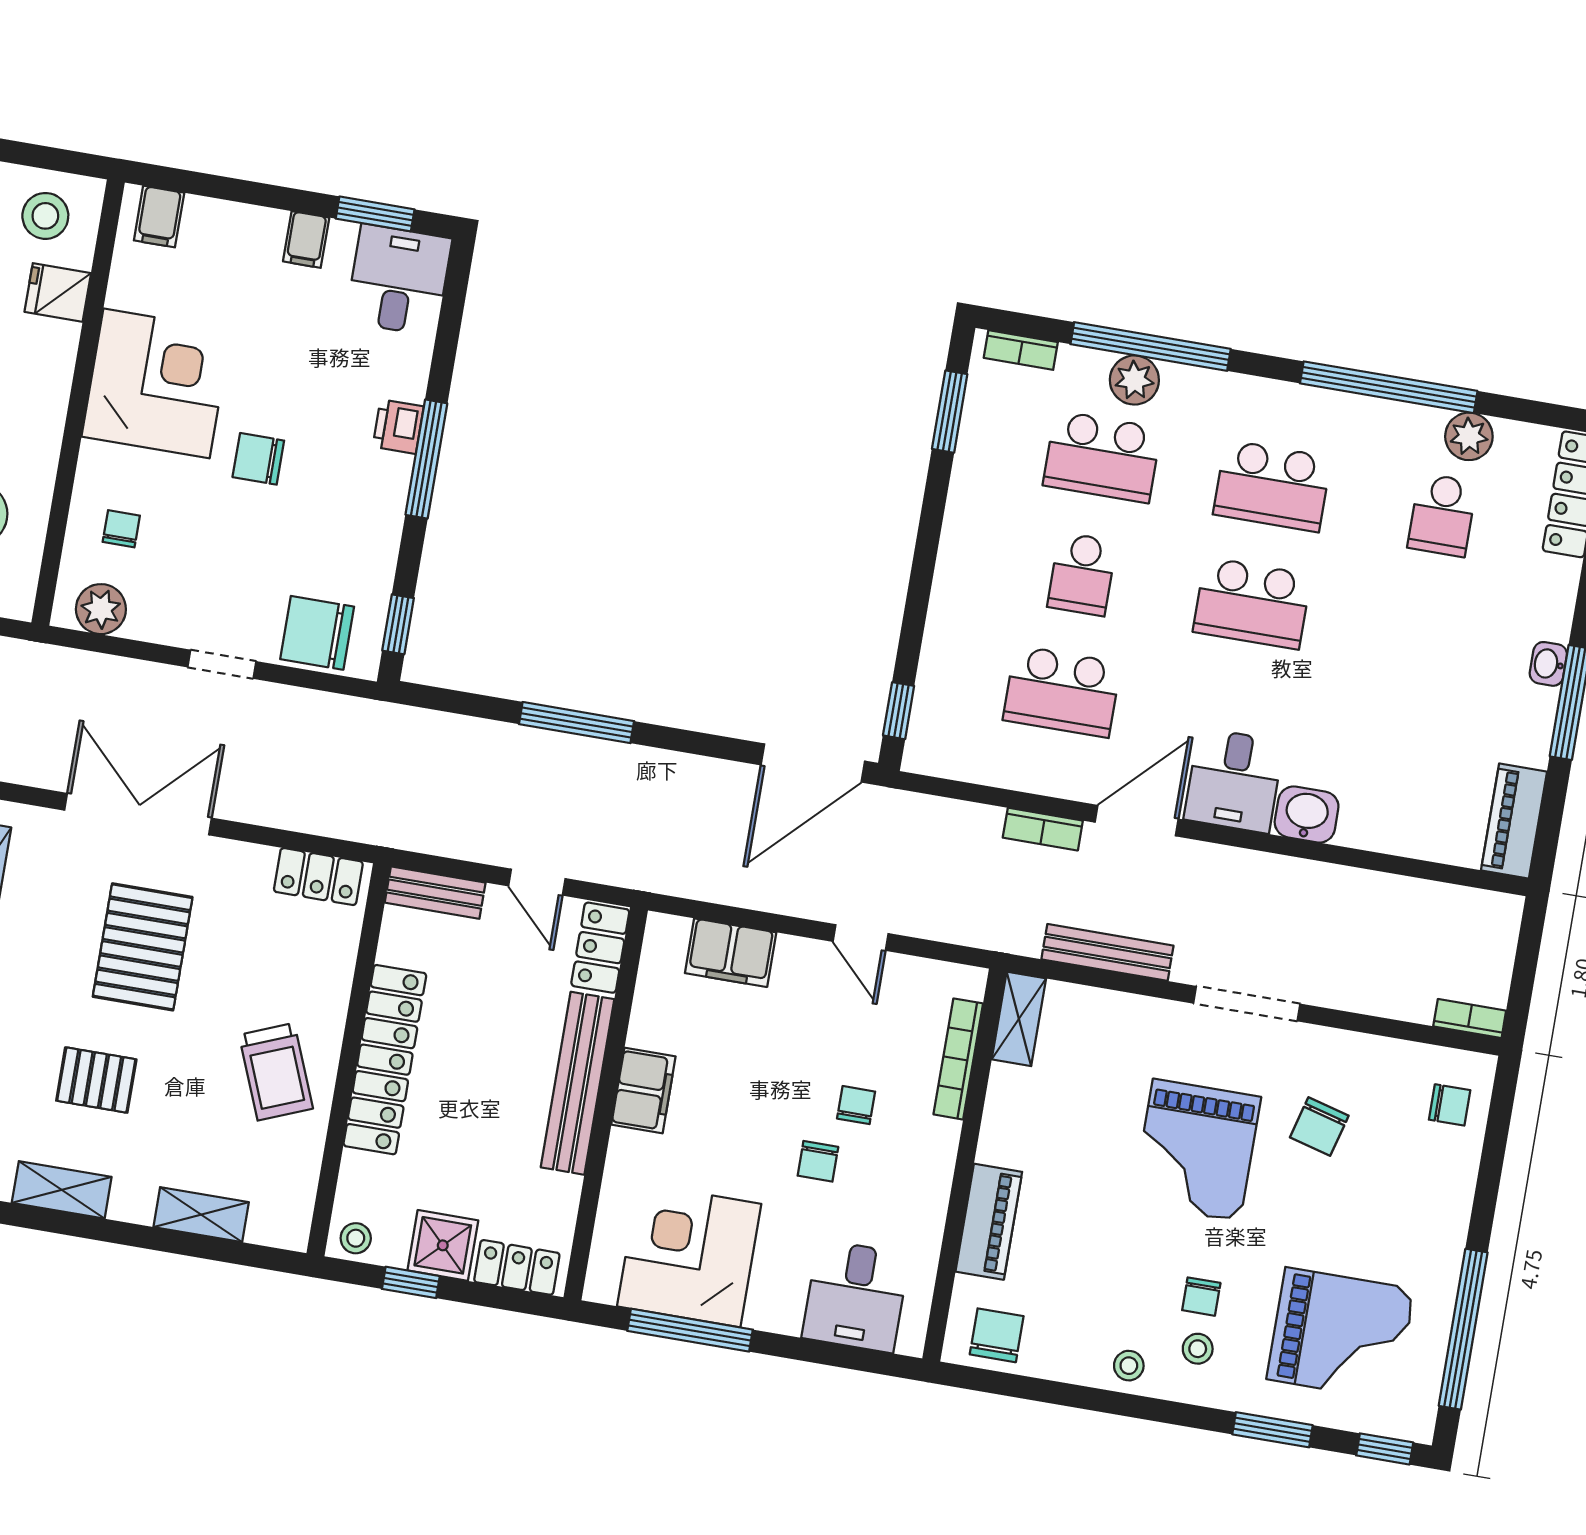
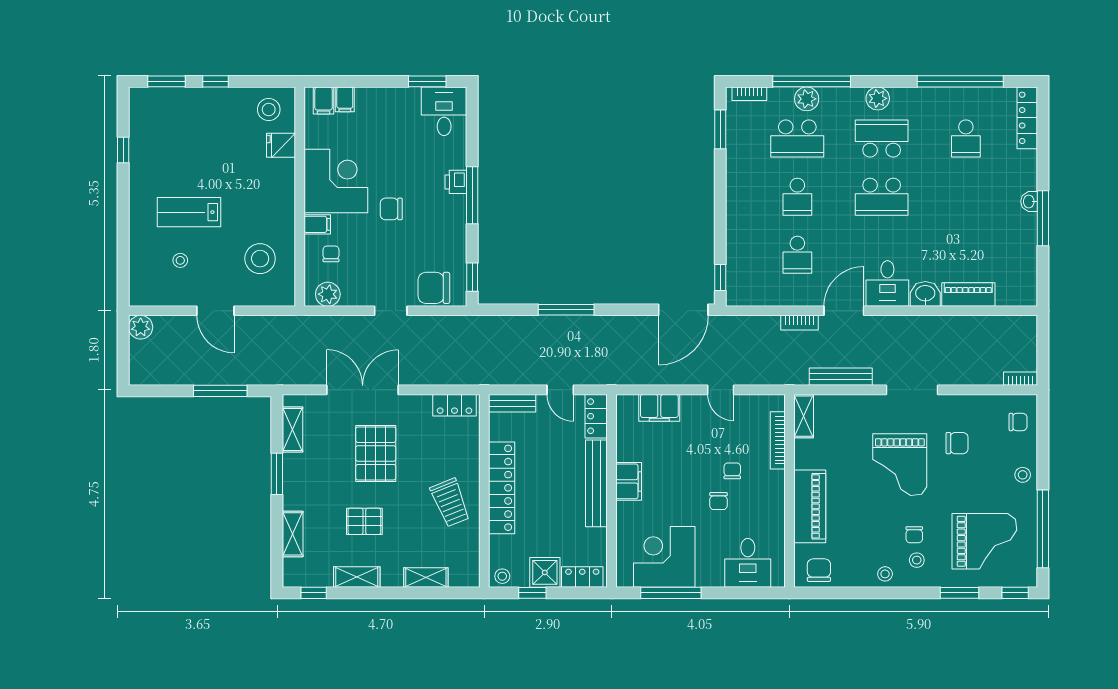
filing cabinet: (306, 239) -> (345, 99), moved
window: (1389, 387) -> (960, 81), moved
plant: (1469, 436) -> (878, 98), moved
filing cabinet: (104, 464) -> (317, 224), added
school desk: (1272, 486) -> (882, 139), turned 180
school desk: (1062, 691) -> (797, 255), width x0.54
piano: (1514, 821) -> (968, 295), moved, turned 90
chair: (1319, 1127) -> (957, 443), turned -105
stool: (1441, 1213) -> (1023, 475), added
piano: (989, 1222) -> (810, 506), width x1.37, depth x1.33

